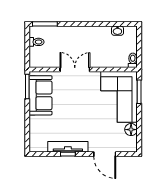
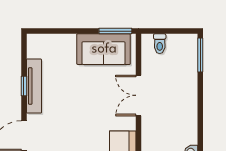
toilet: (37, 42) -> (160, 44), moved
double door: (75, 69) -> (139, 95), swing flipped

